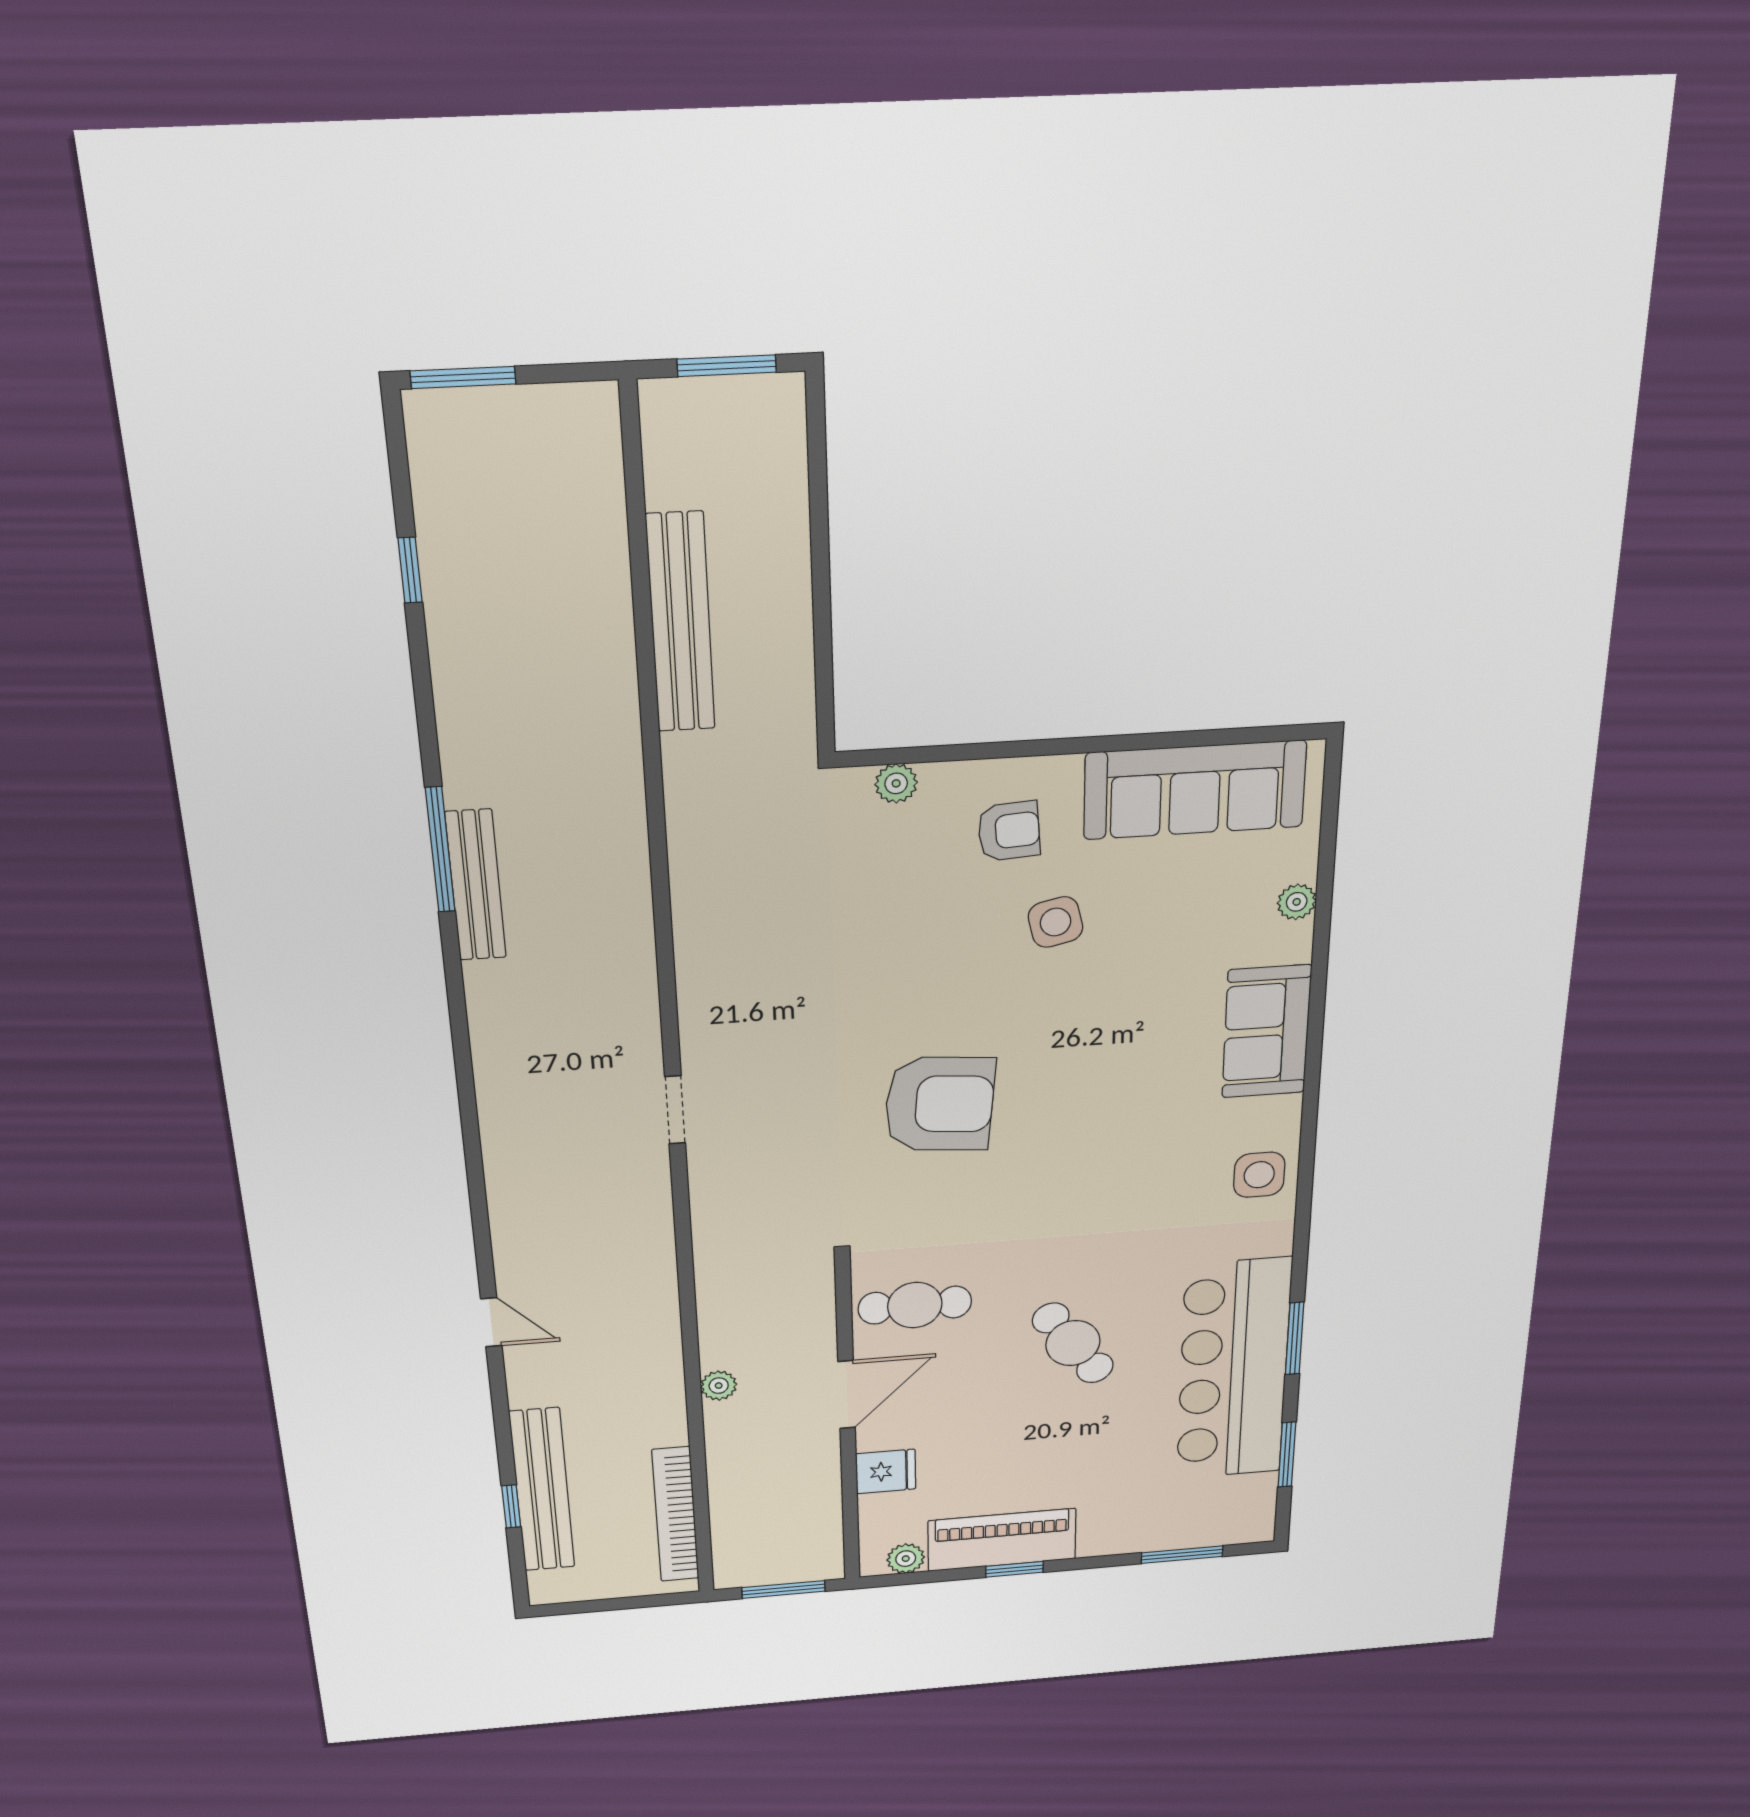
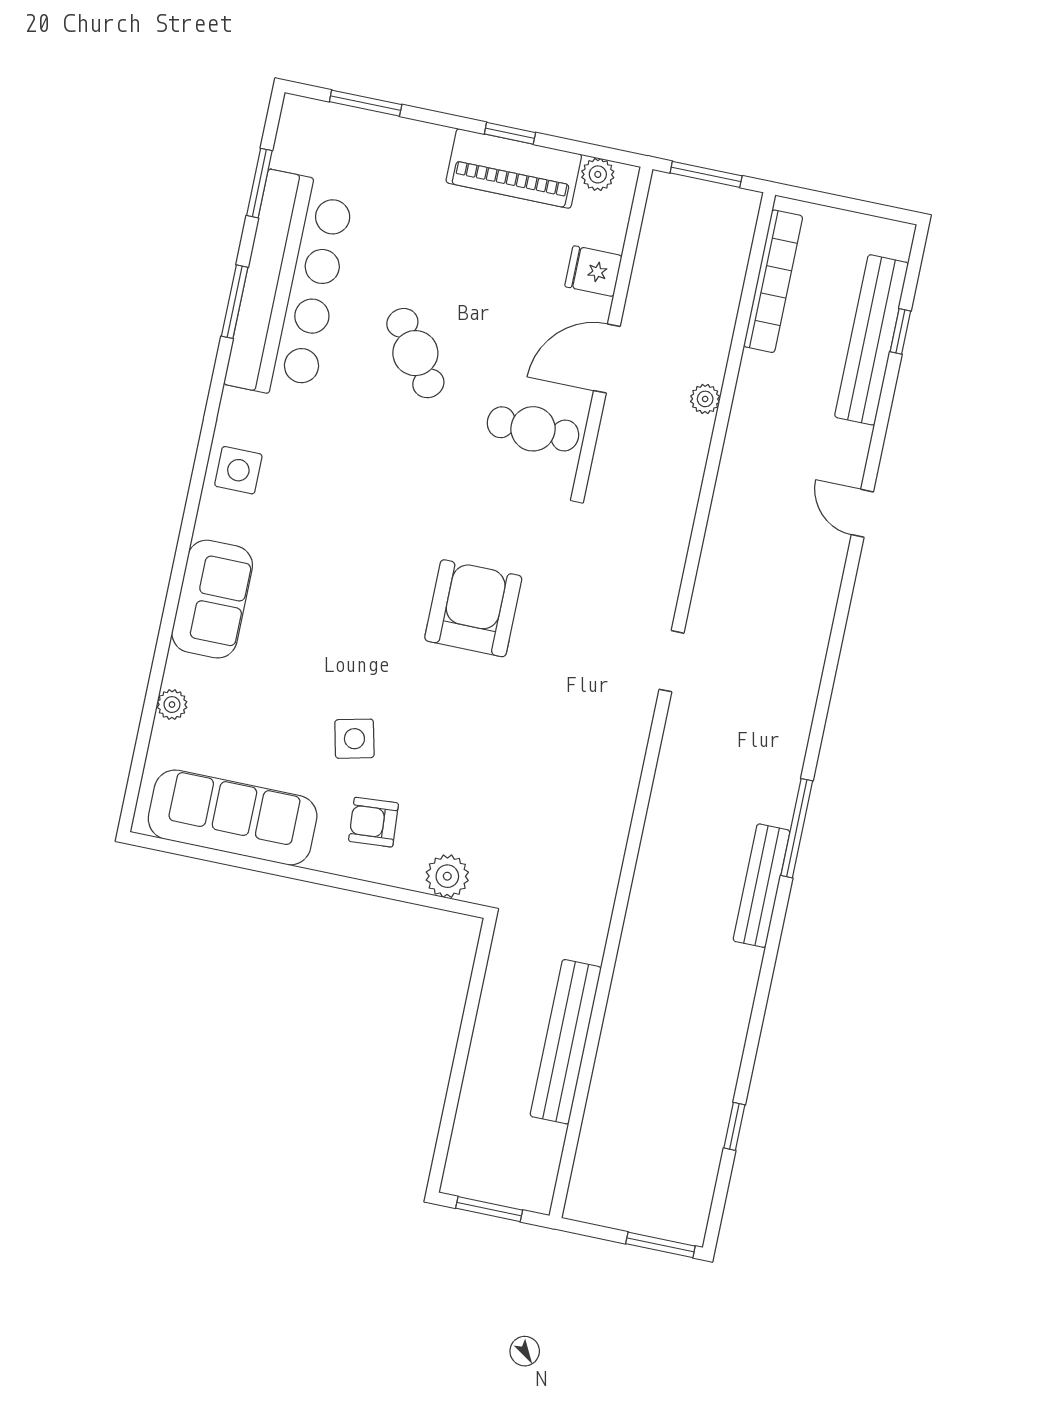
plant: (896, 783) -> (447, 876), width x1.38, depth x1.38
window: (440, 850) -> (797, 828), moved
armchair: (940, 1104) -> (473, 608), turned 85

